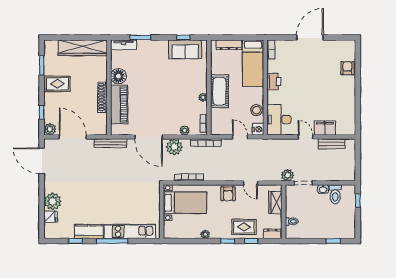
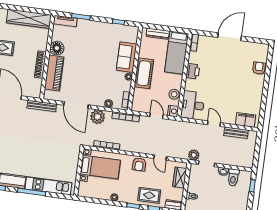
sofa: (185, 49) -> (127, 57), moved, turned 90
filing cabinet: (325, 128) -> (246, 120), moved

